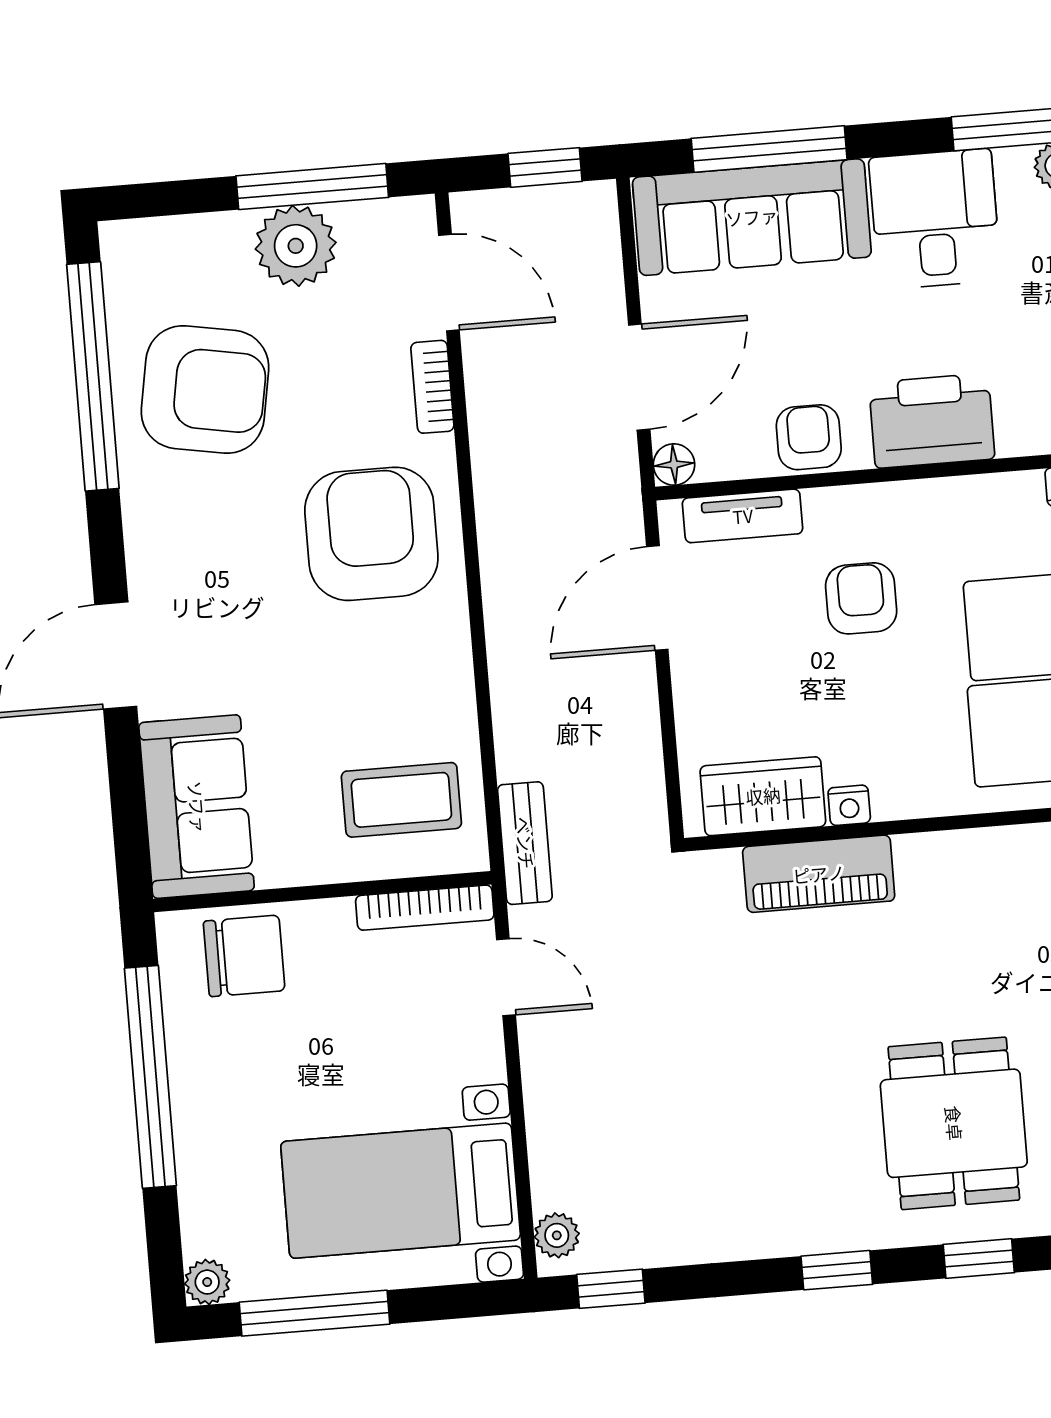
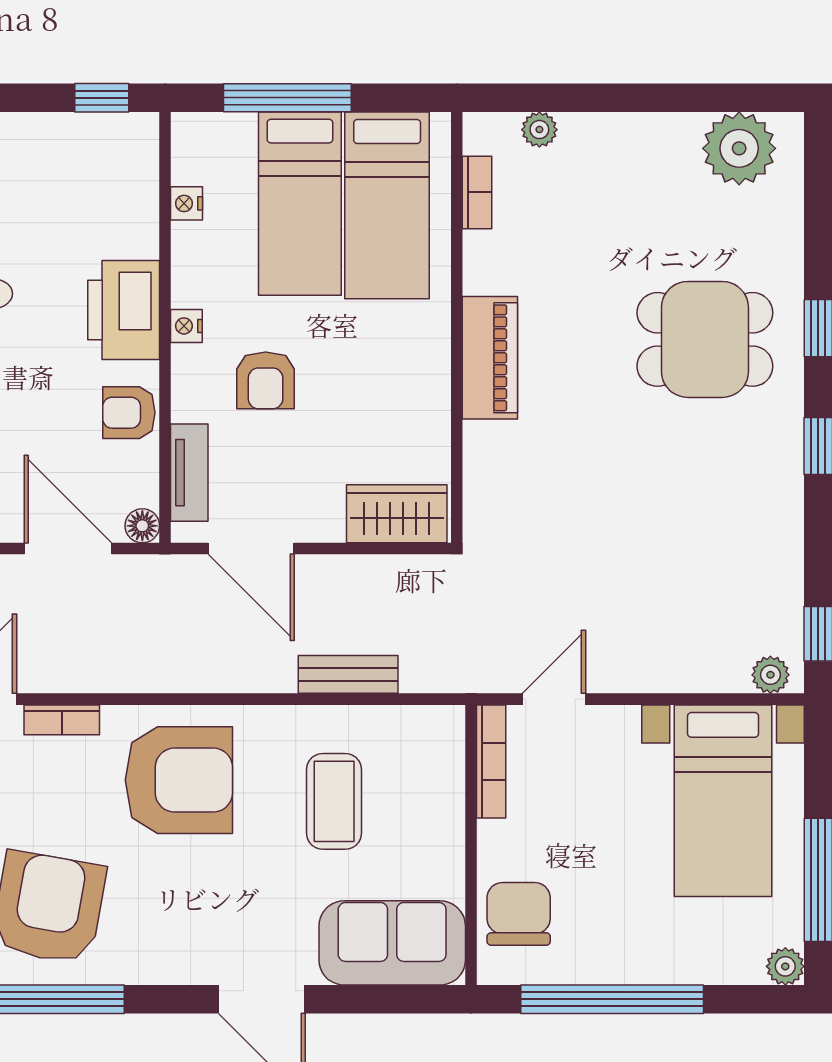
armchair: (371, 534) -> (179, 780), turned 180
armchair: (861, 598) -> (266, 380), turned -90
wardrobe: (763, 796) -> (397, 514), moved, turned 90
coffee table: (401, 800) -> (334, 801), moved
nightstand: (849, 805) -> (186, 326), moved, turned 180
bench: (525, 843) -> (348, 674), moved
piano: (819, 874) -> (490, 358), moved

